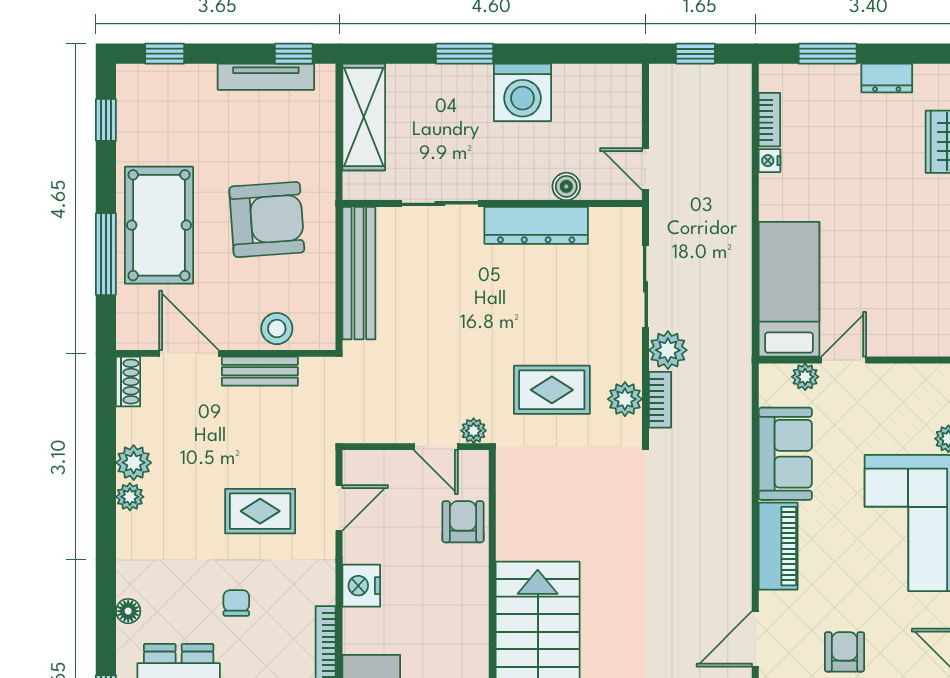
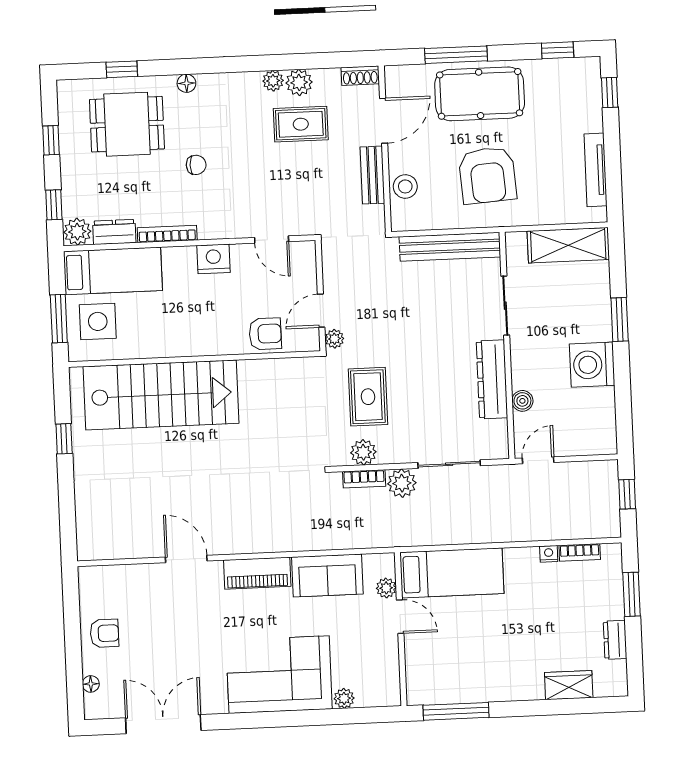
window: (294, 54) -> (614, 190), removed
rug: (260, 511) -> (301, 124), moved, turned 90
armchair: (844, 652) -> (179, 627), removed

